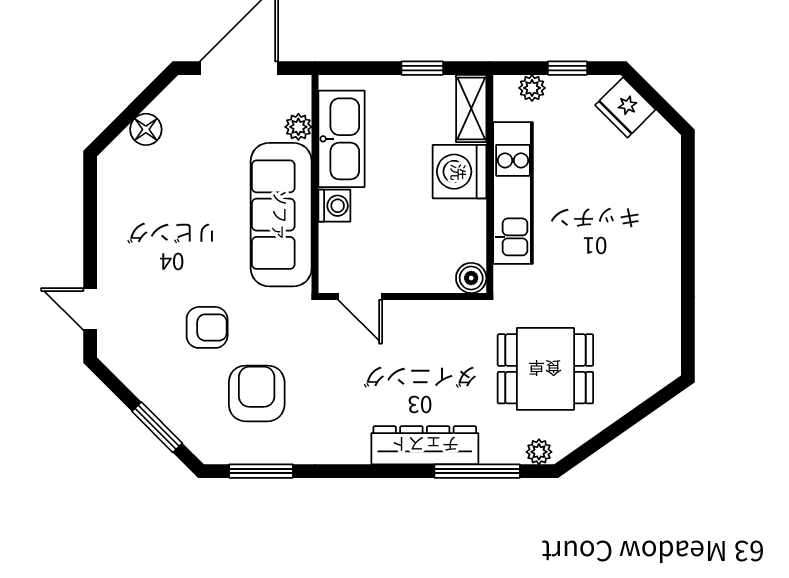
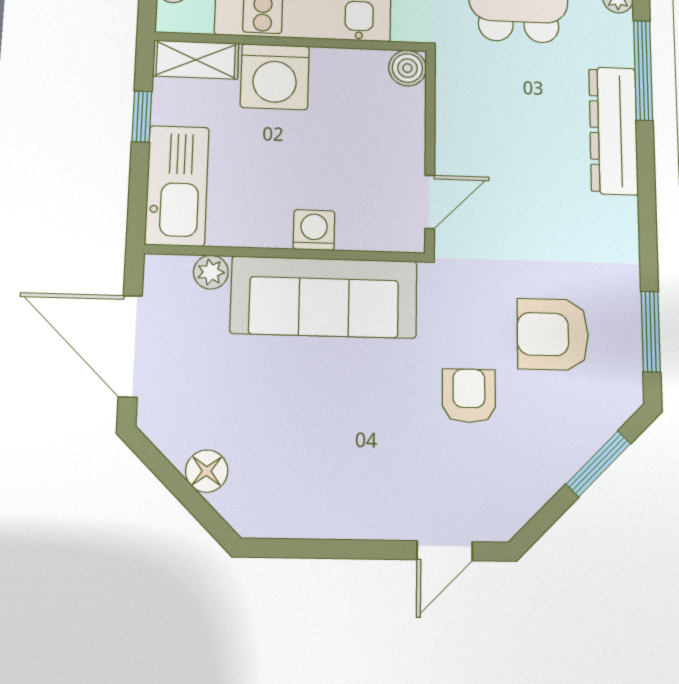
kitchen sink: (342, 139) -> (177, 186), moved, turned 90

